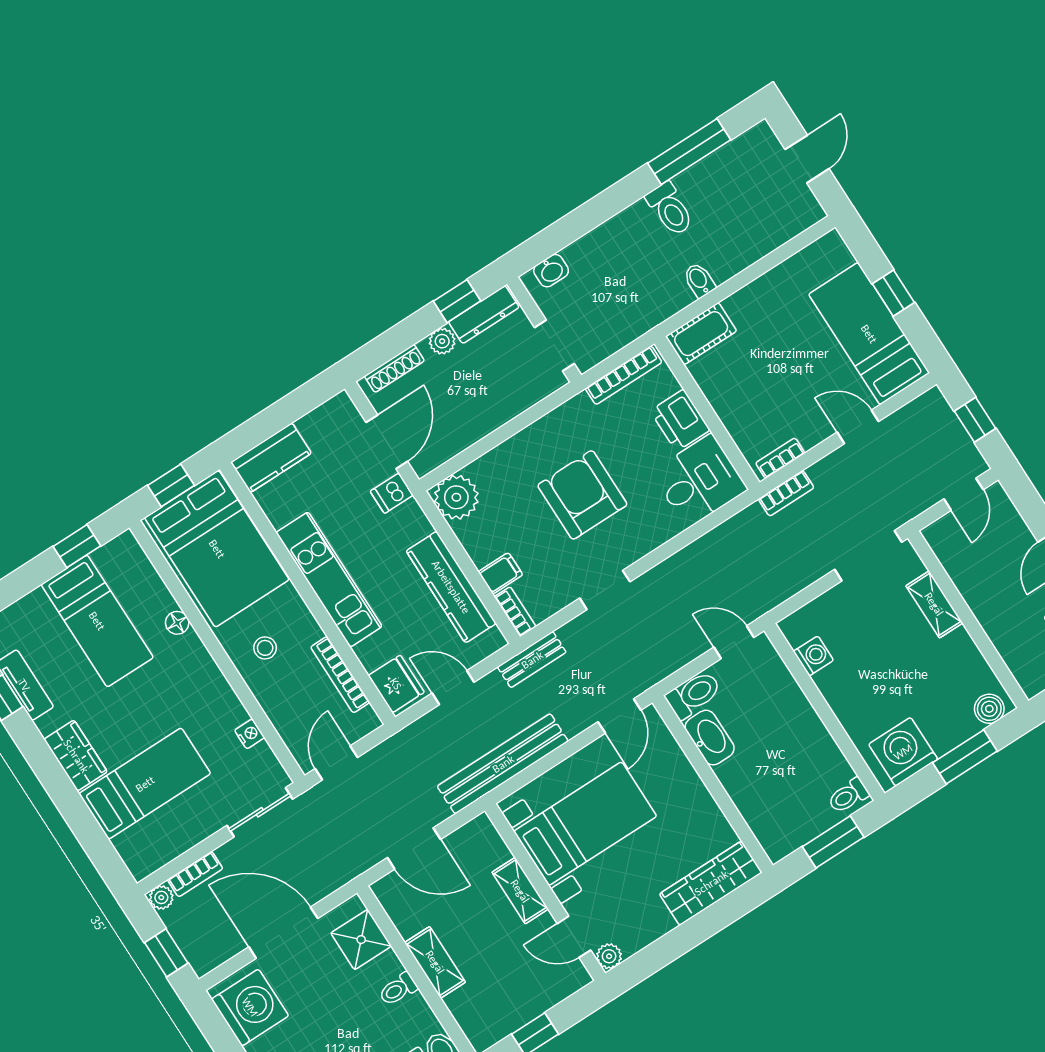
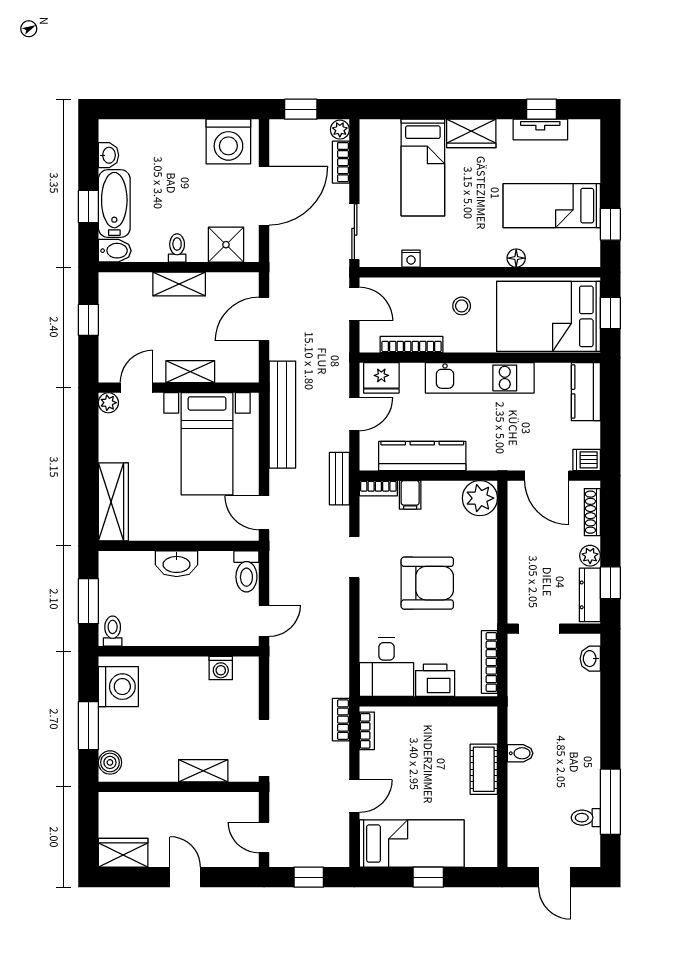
toilet: (670, 209) -> (586, 818), moved, width x0.73, depth x0.72
cot: (701, 334) -> (484, 769), moved
dishwasher: (392, 493) -> (587, 460), moved, turned -90
washbasin: (710, 738) -> (177, 564), moved

